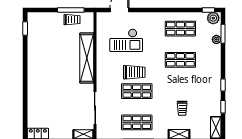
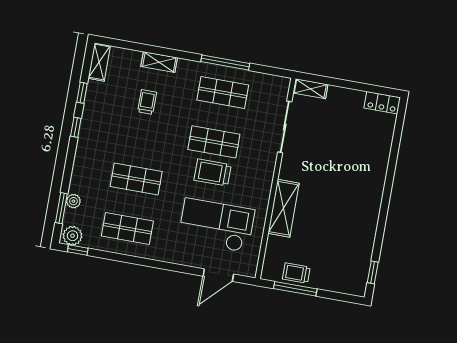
checkout: (126, 40) -> (216, 225), width x1.36, depth x1.21
shelving: (87, 58) -> (284, 208), width x0.68

